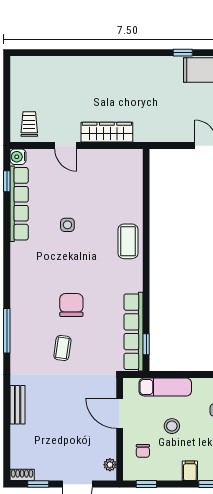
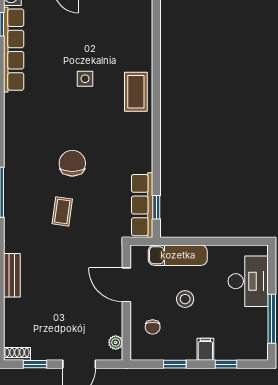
side table: (67, 225) -> (85, 79), moved
row of seats: (133, 332) -> (142, 205), width x0.73
window: (146, 484) -> (175, 364), moved

